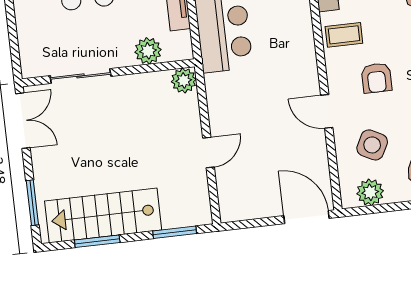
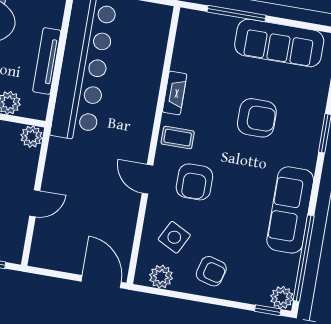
armchair: (377, 78) -> (194, 182), width x1.38, depth x1.38
door: (327, 111) -> (147, 179), moved

